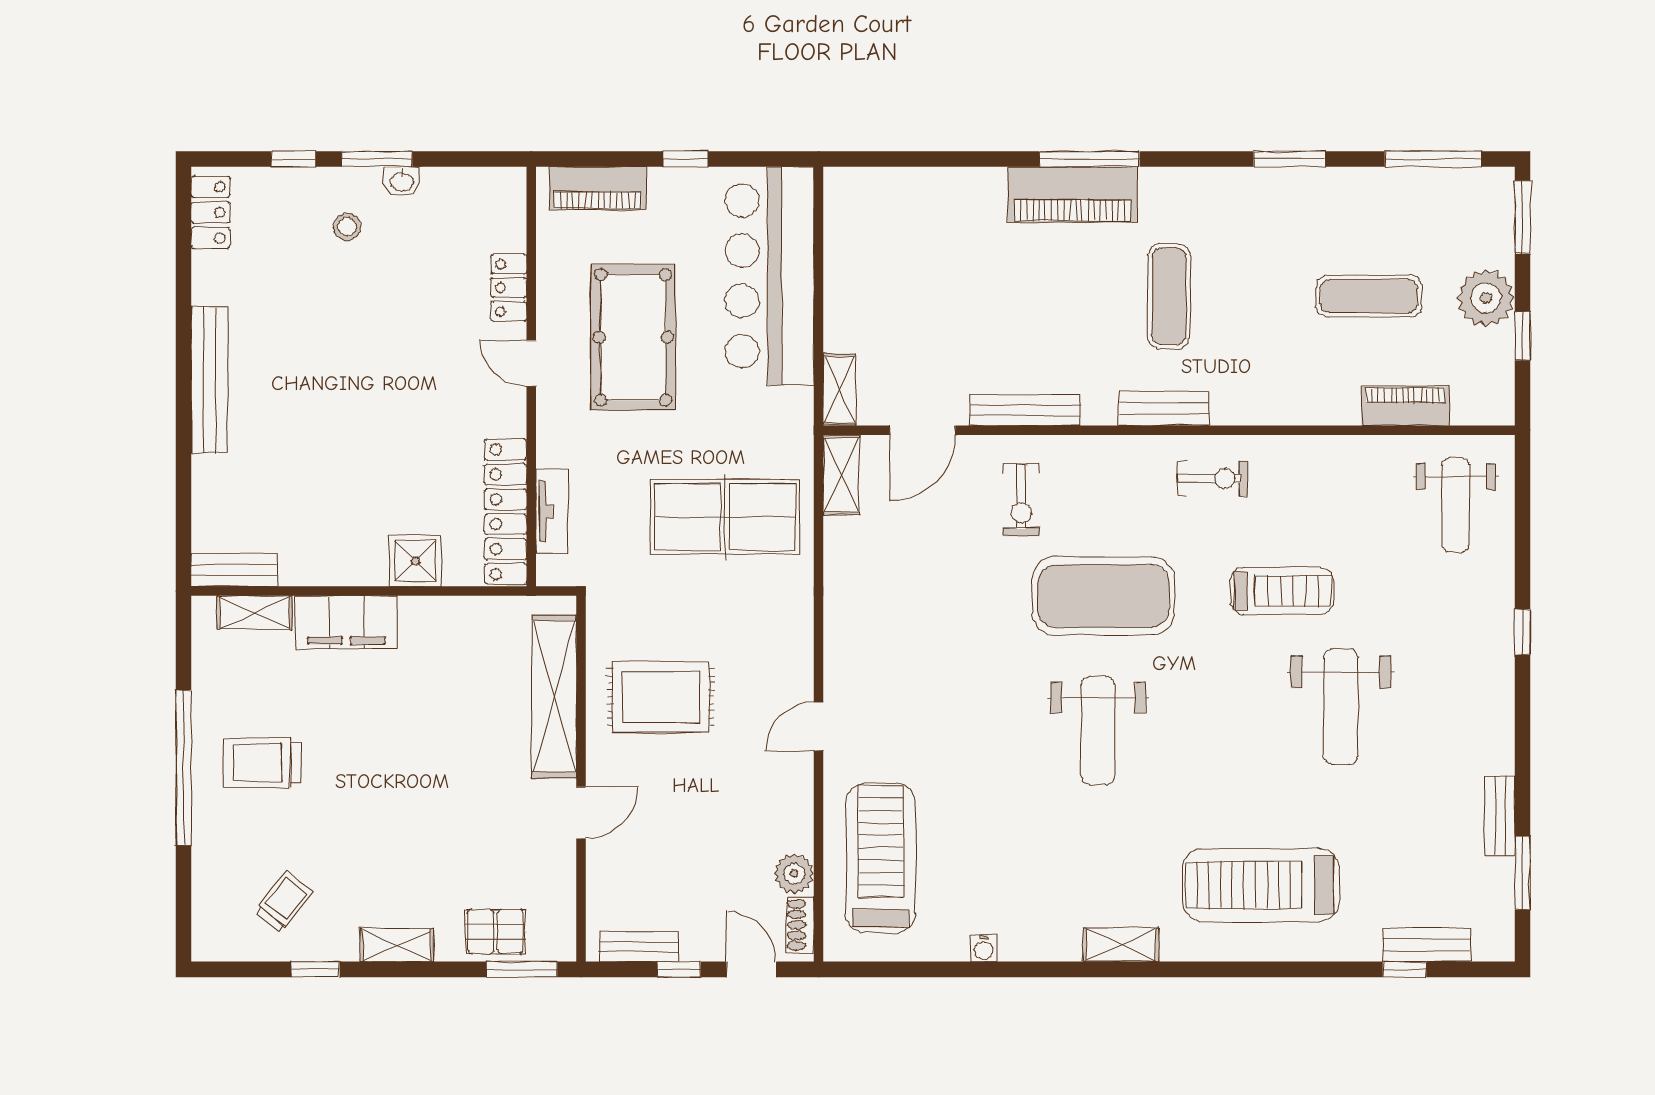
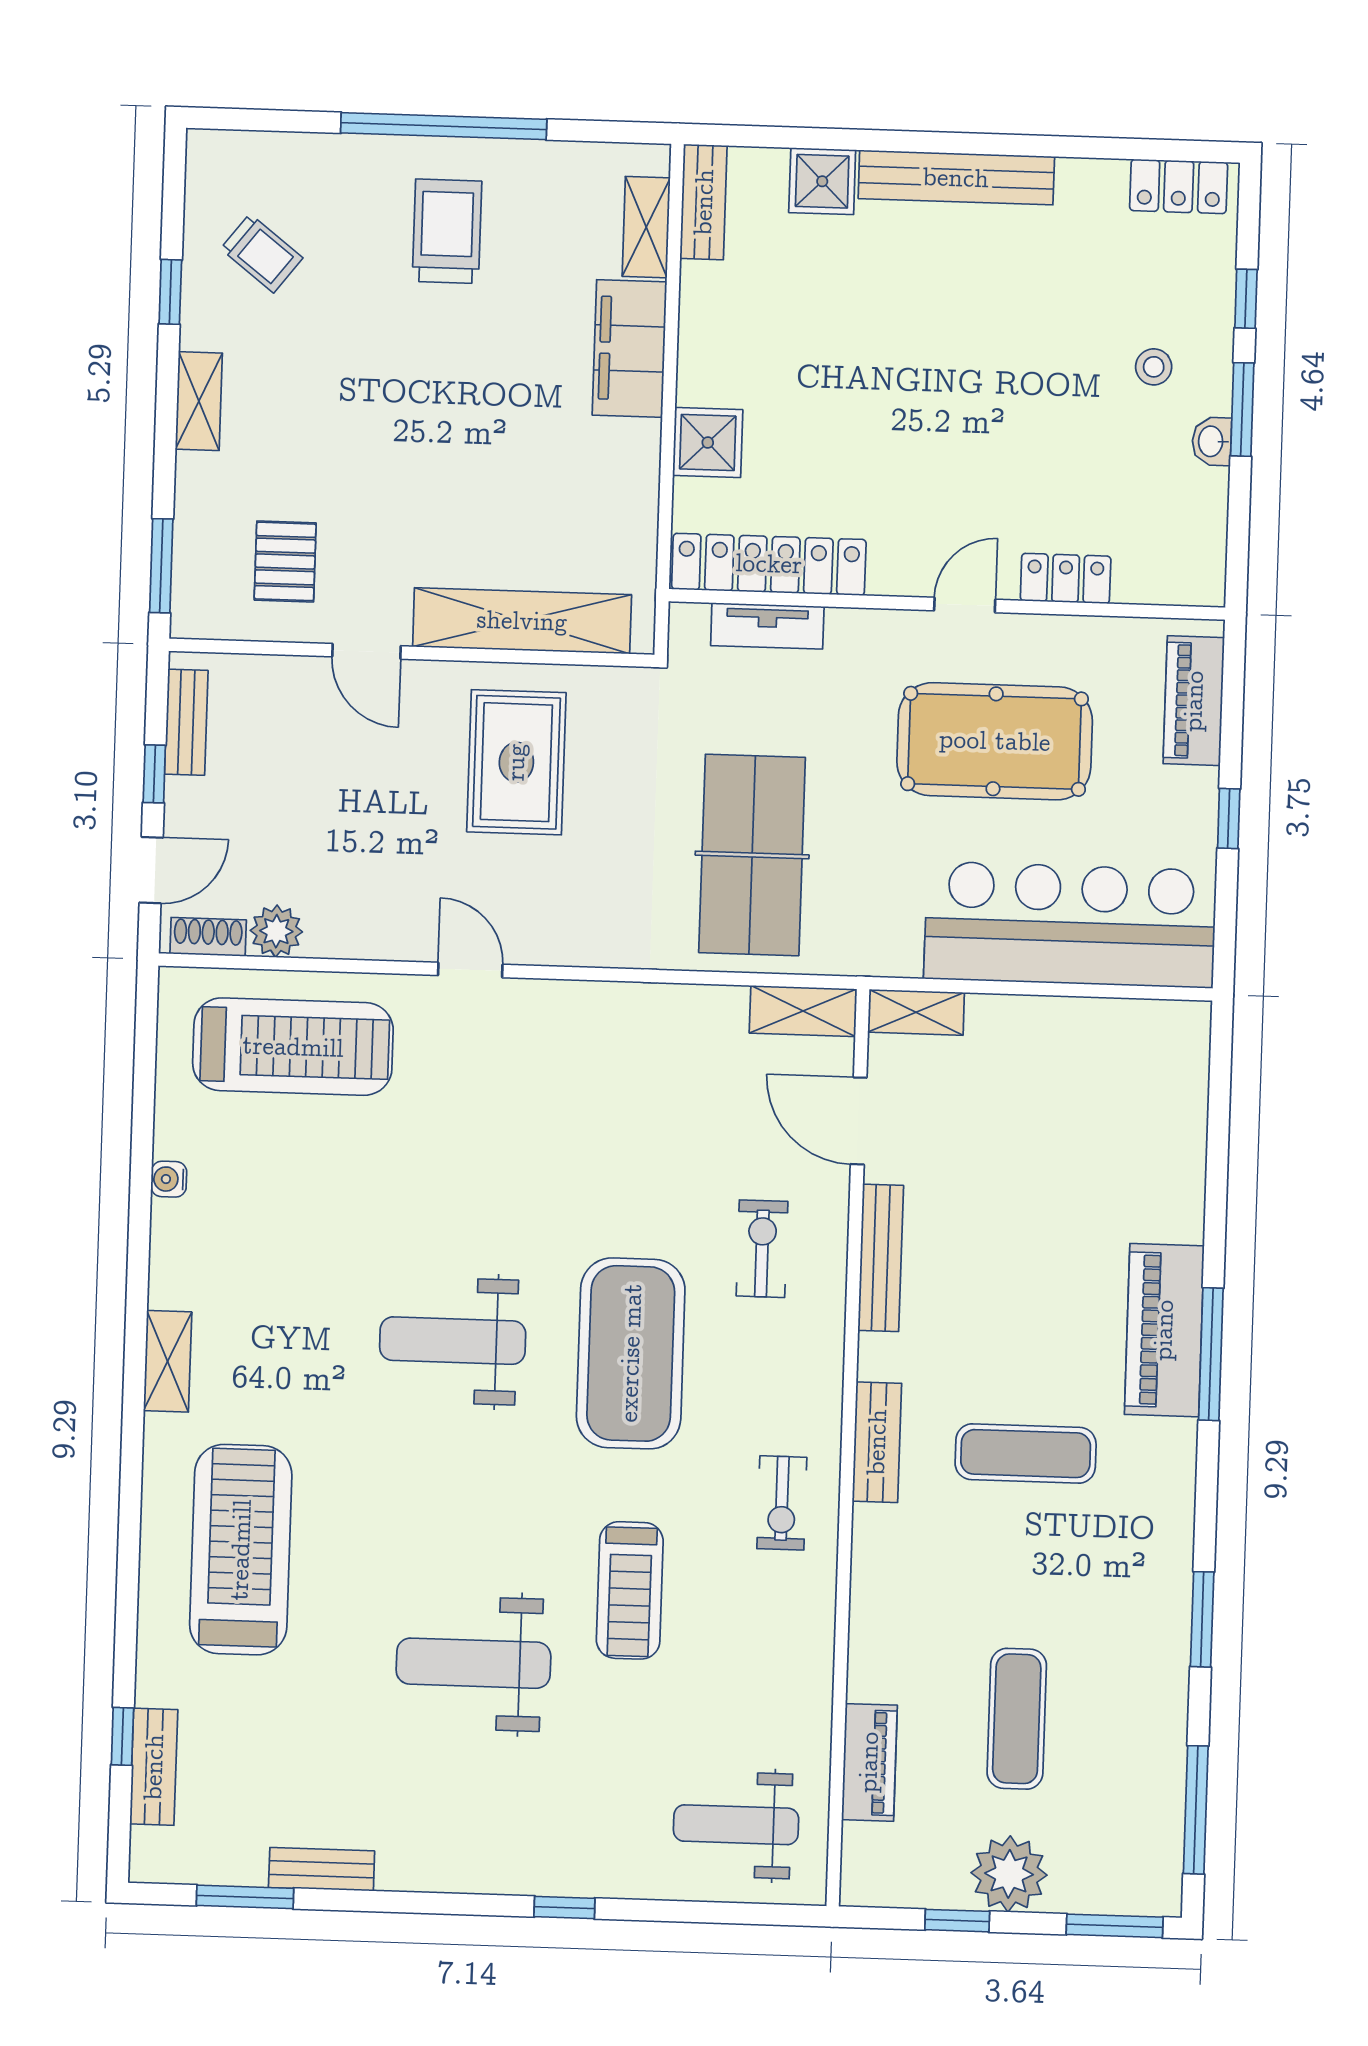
shower: (216, 481) -> (822, 181), added
exercise bike: (1021, 500) -> (762, 1249), turned 90
pallet: (496, 932) -> (285, 561), moved

